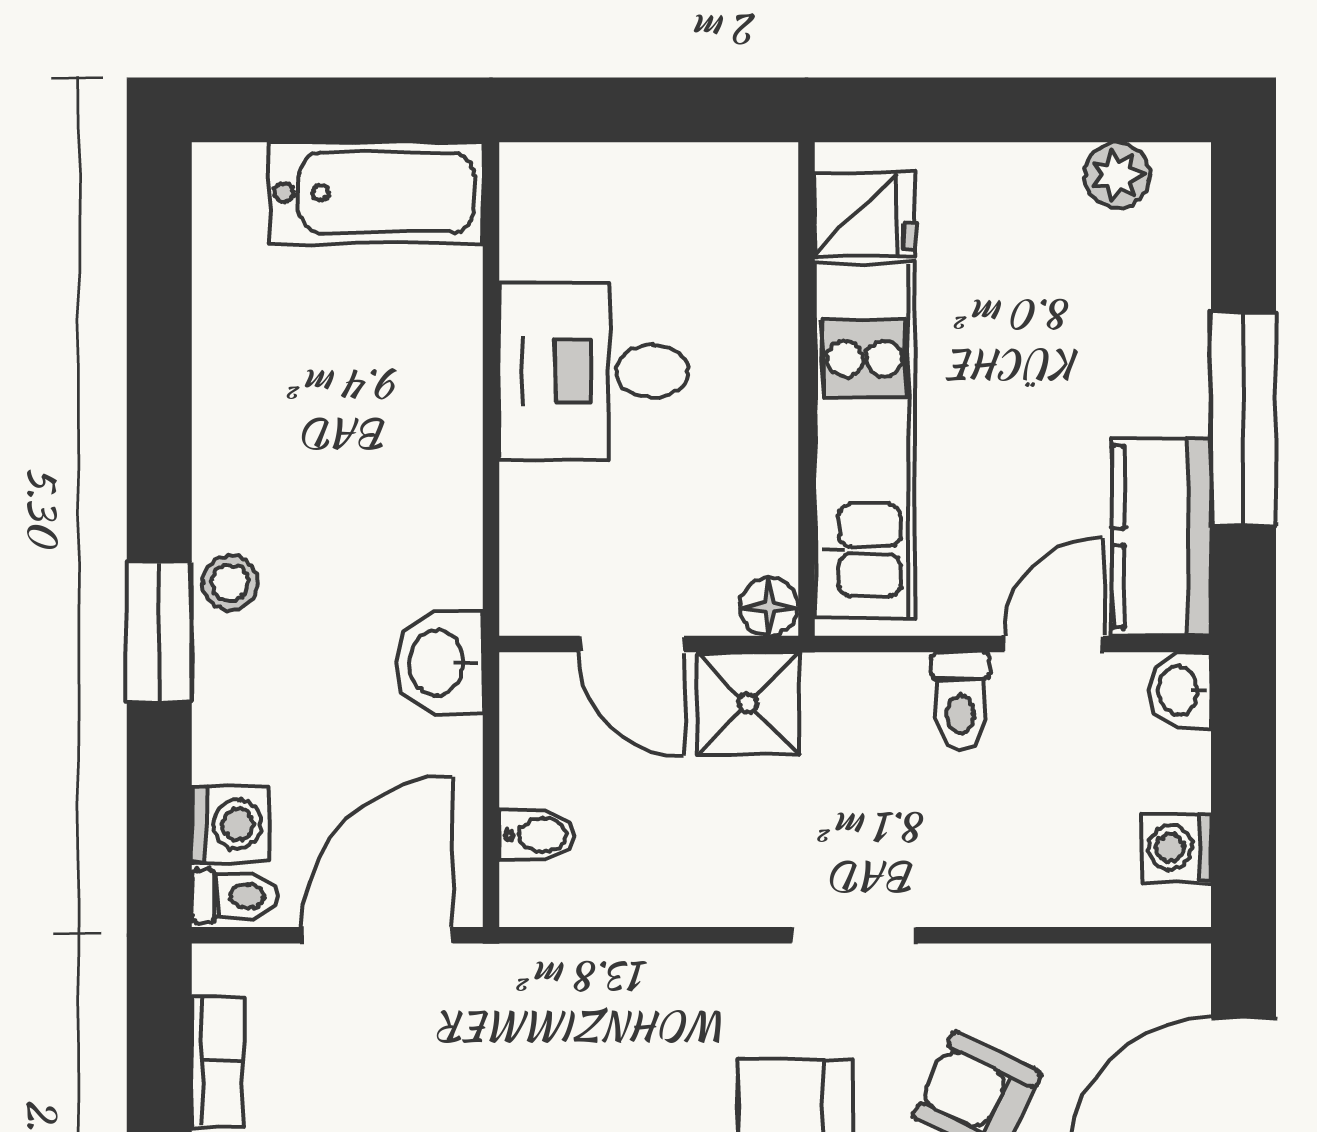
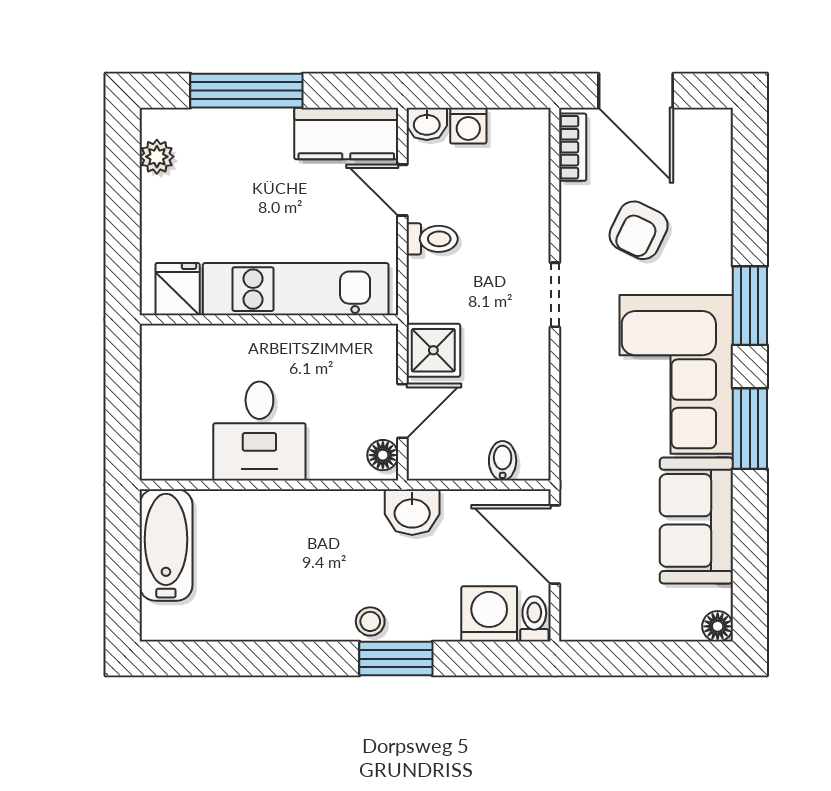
window: (1244, 419) -> (246, 91), moved
floor lamp: (769, 607) -> (383, 455), moved
washing machine: (230, 824) -> (489, 614), width x1.38, depth x1.38
washing machine: (1177, 848) -> (468, 126), moved
bookcase: (217, 1062) -> (573, 147), moved, turned 90

